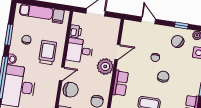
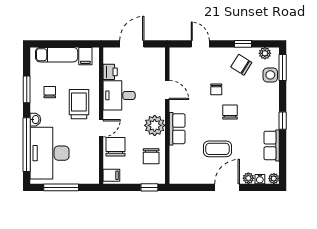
door: (117, 52) -> (167, 90), hinge flipped
plant: (105, 66) -> (155, 125), moved
chair: (71, 90) -> (115, 147), turned -90

